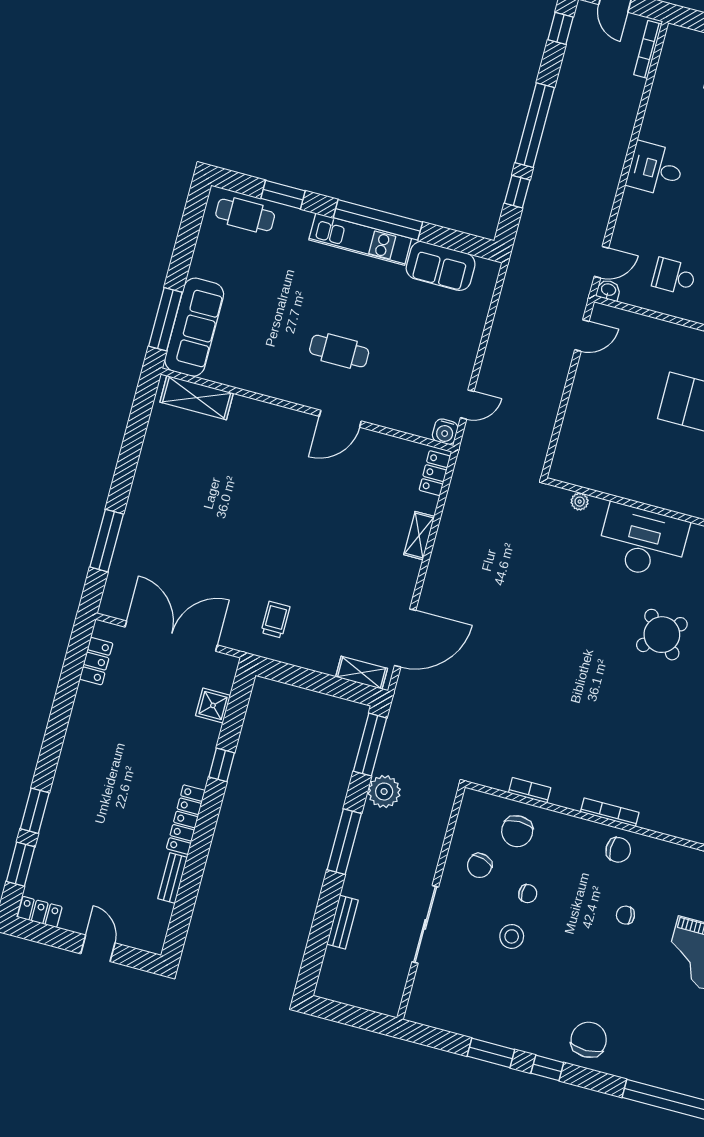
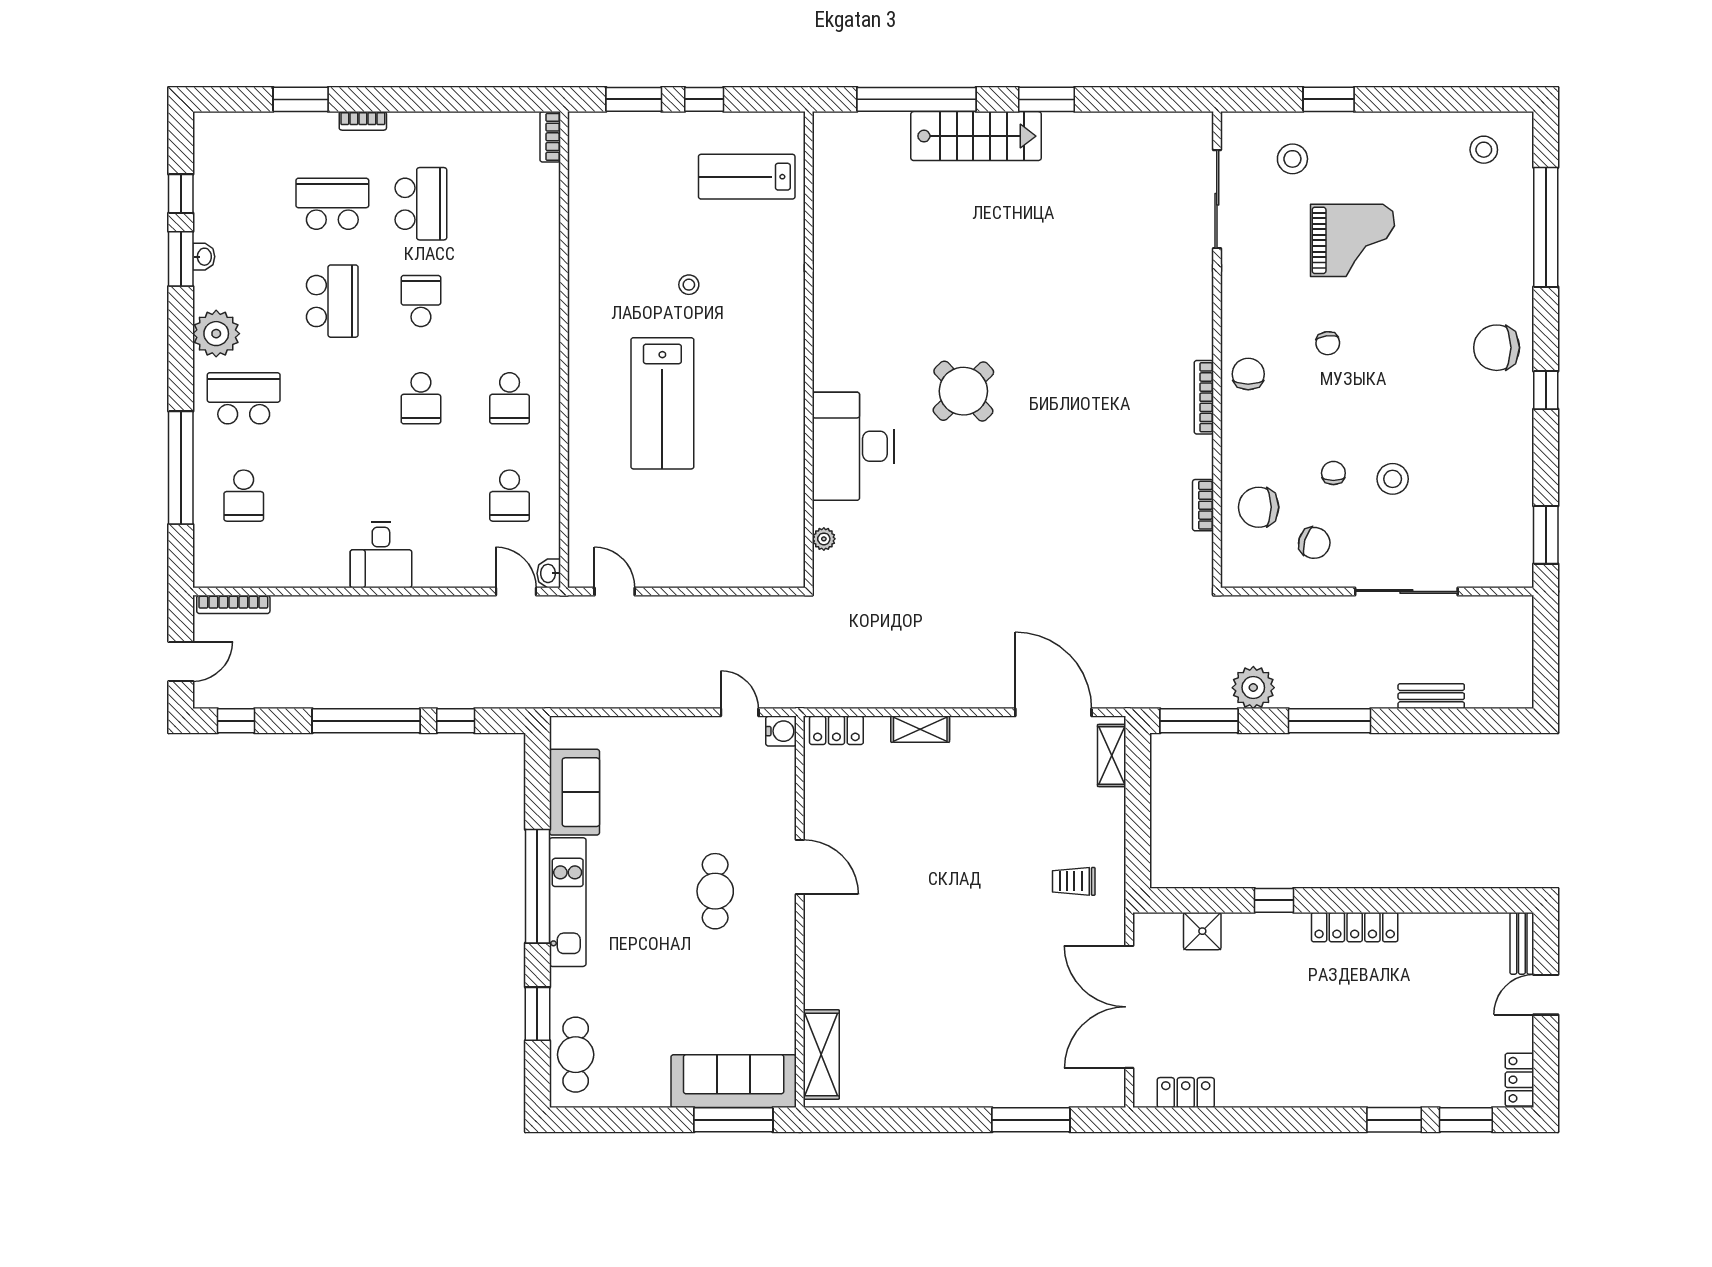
chair: (517, 831) -> (1259, 507), turned 180
bench: (173, 878) -> (1522, 943), moved, turned 90
window: (491, 1053) -> (1546, 535), moved

